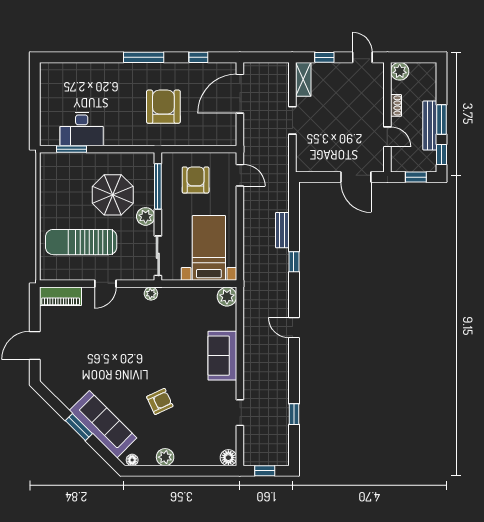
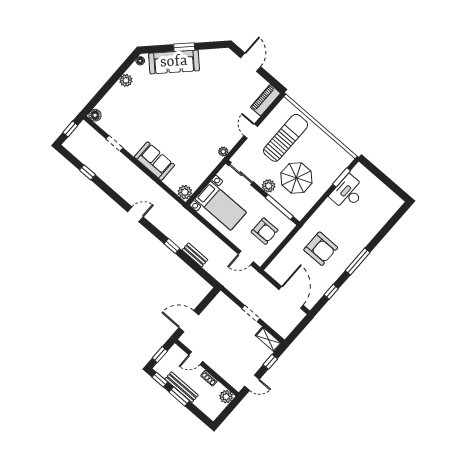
armchair: (160, 401) -> (159, 104), removed

